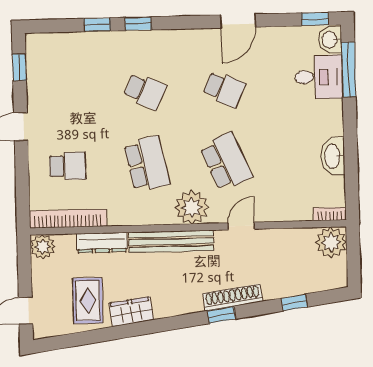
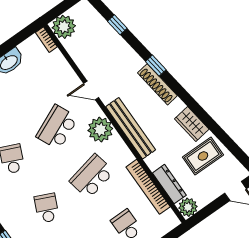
bookcase: (68, 219) -> (148, 187), moved
dresser: (102, 243) -> (169, 184), moved
shoe rack: (233, 297) -> (157, 84), moved

